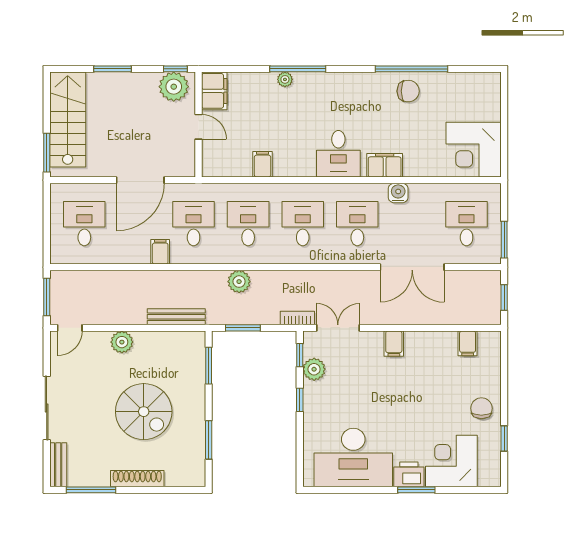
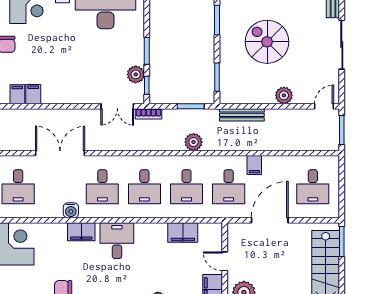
filing cabinet: (263, 164) -> (183, 233), width x2.00
filing cabinet: (394, 344) -> (33, 94), moved
window: (300, 400) -> (147, 51), width x1.50

